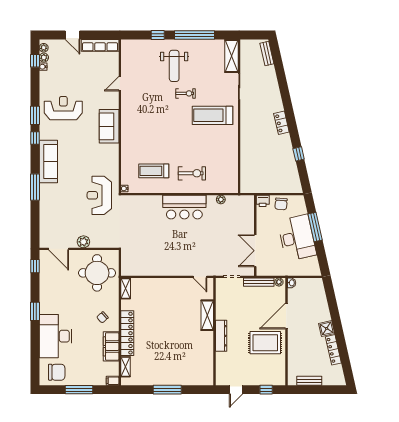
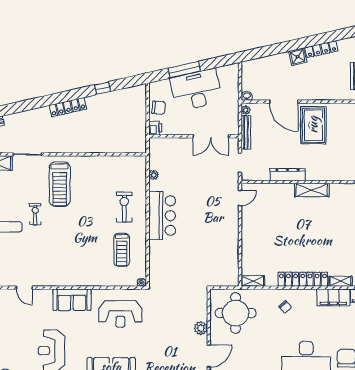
locker: (281, 123) -> (68, 107), width x1.53
reception desk: (99, 195) -> (120, 314), moved
shelving: (207, 315) -> (312, 190), moved
dresser: (221, 336) -> (288, 175), moved
filing cabinet: (111, 346) -> (333, 297), moved

